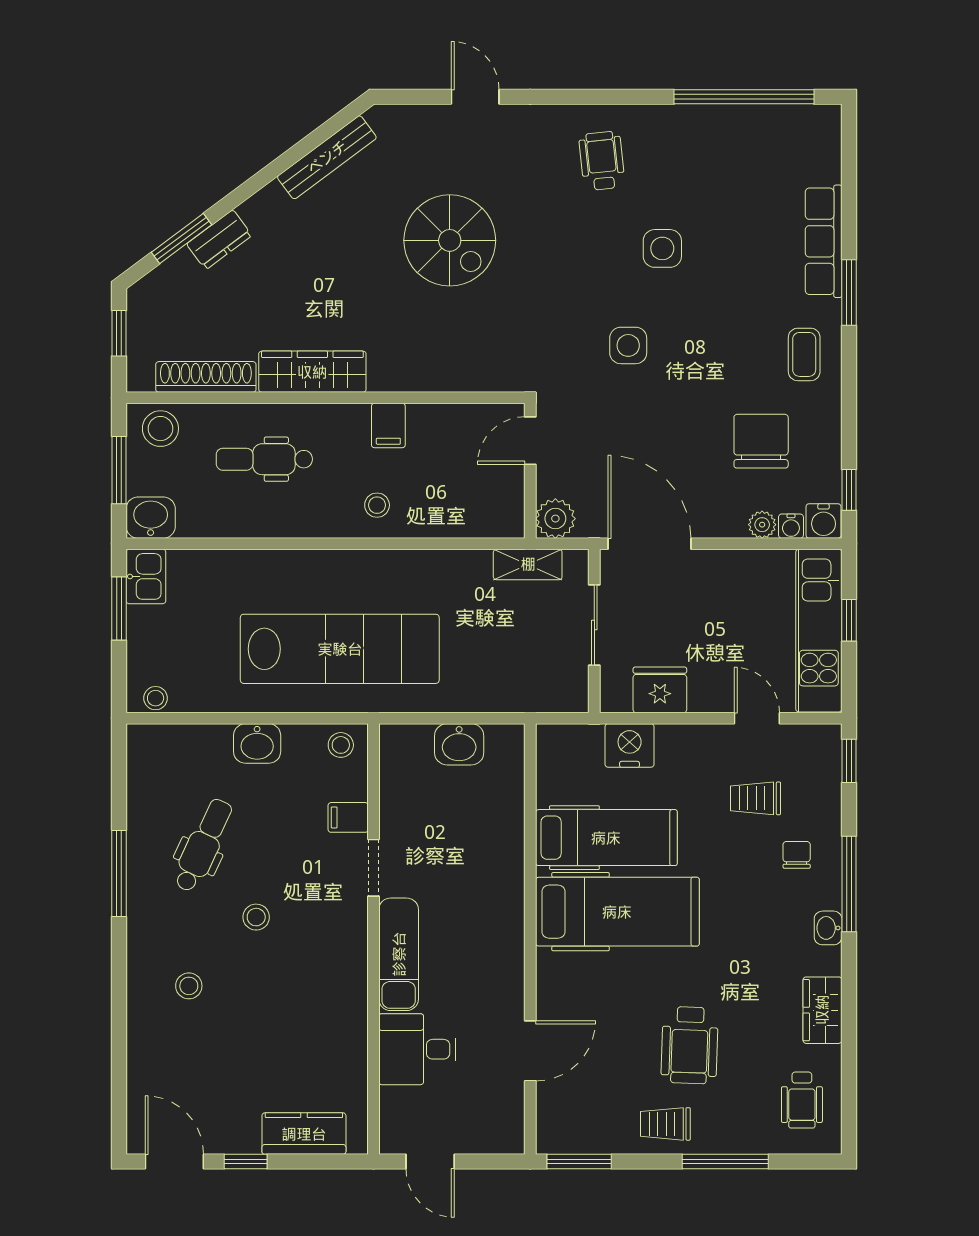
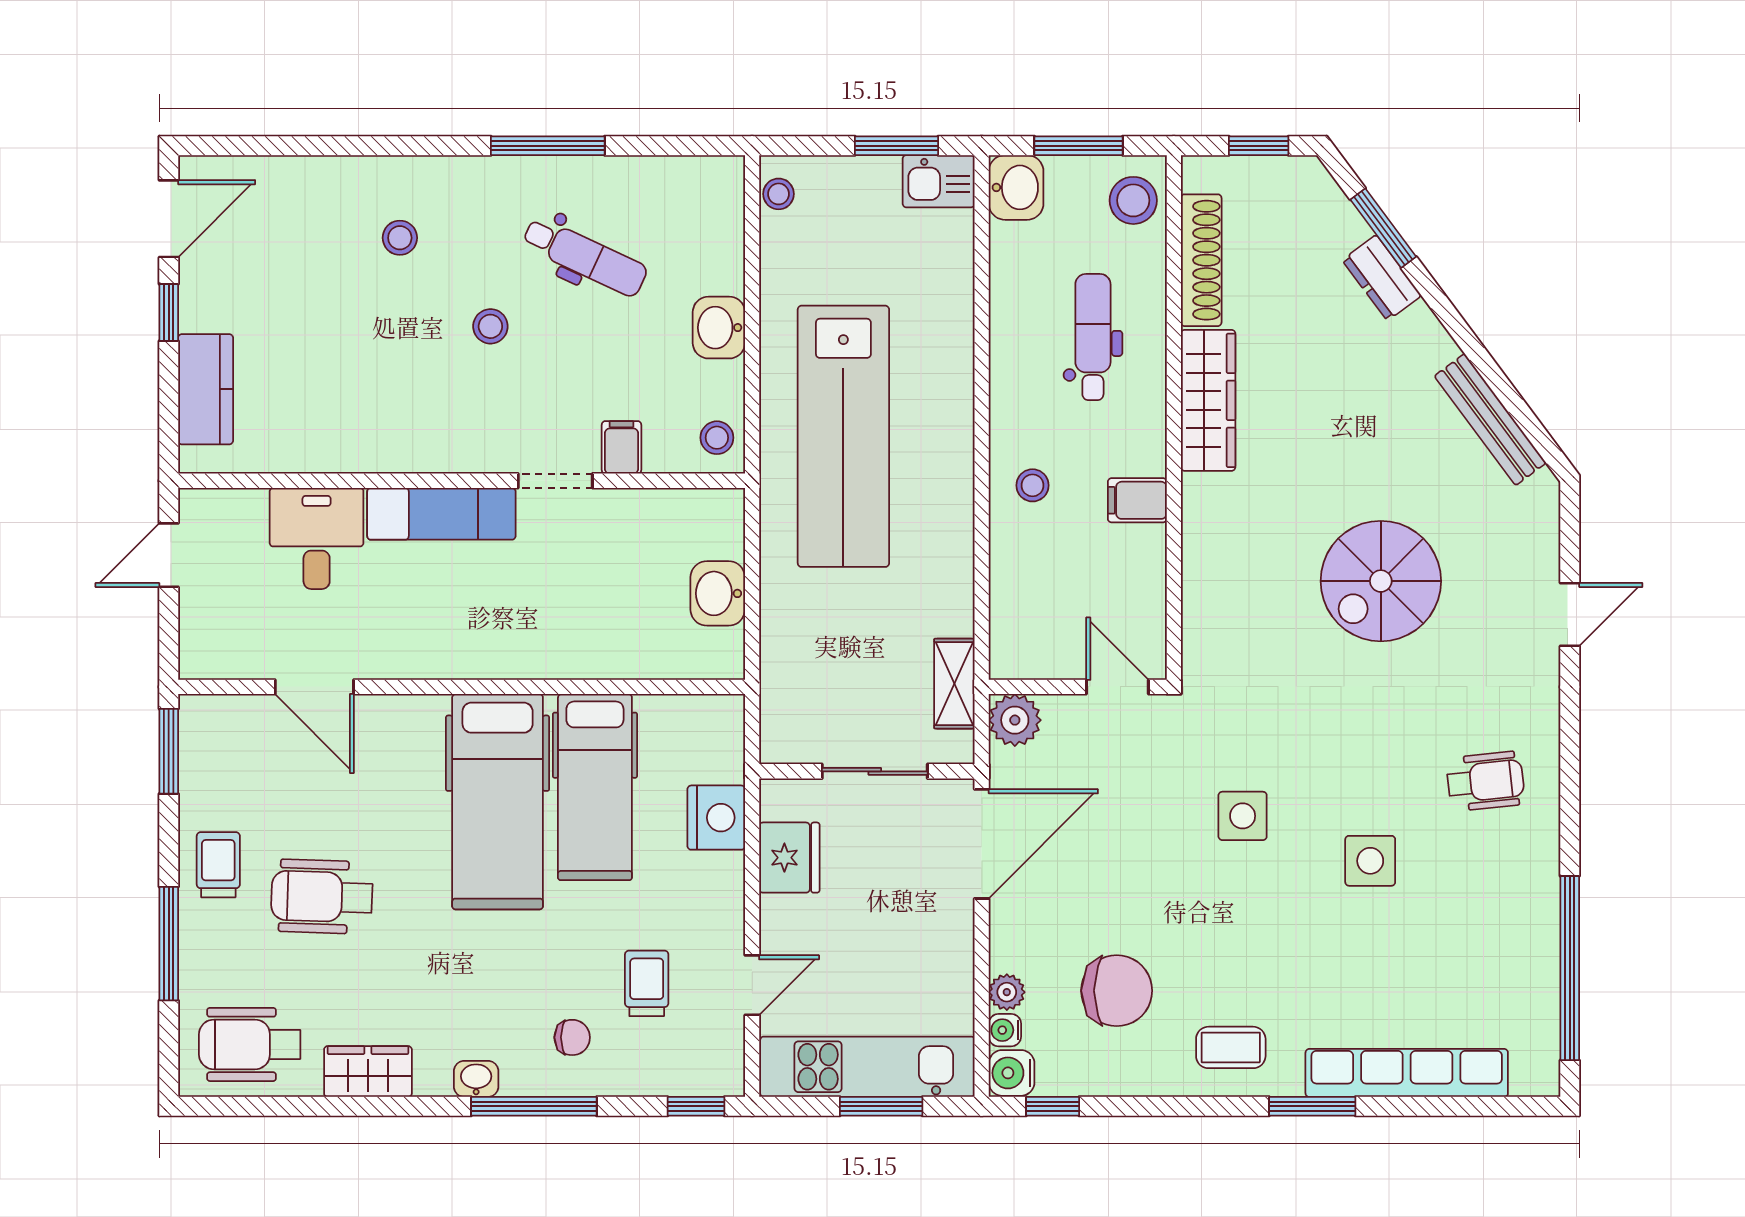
row of seats: (824, 241) -> (1407, 1073), width x1.36
window: (849, 620) -> (881, 1106), width x1.50
wheelchair: (802, 1100) -> (250, 1044), width x1.36, depth x1.37

